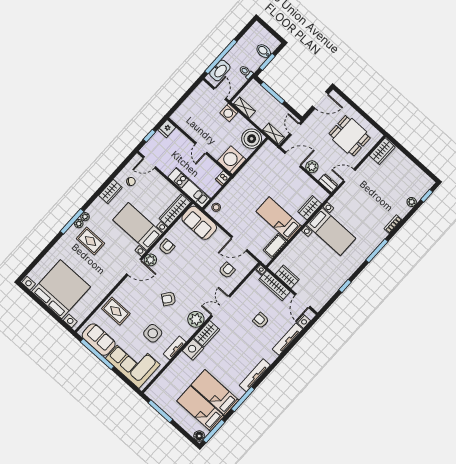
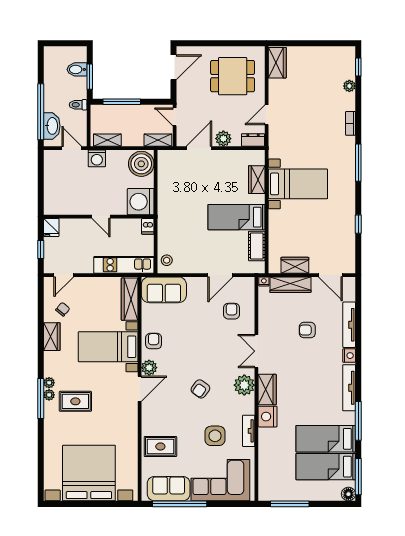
nightstand: (303, 321) -> (349, 356), moved

